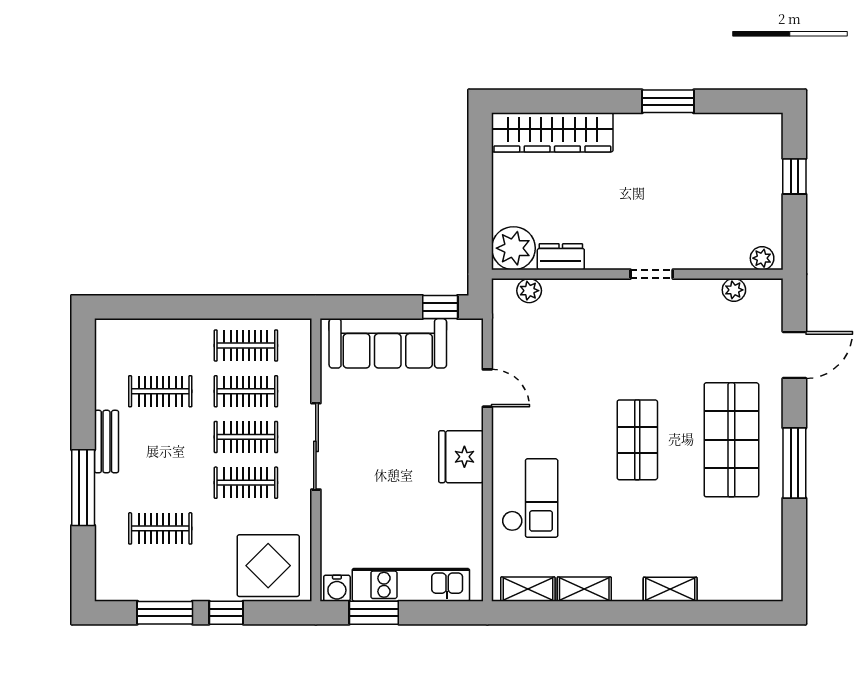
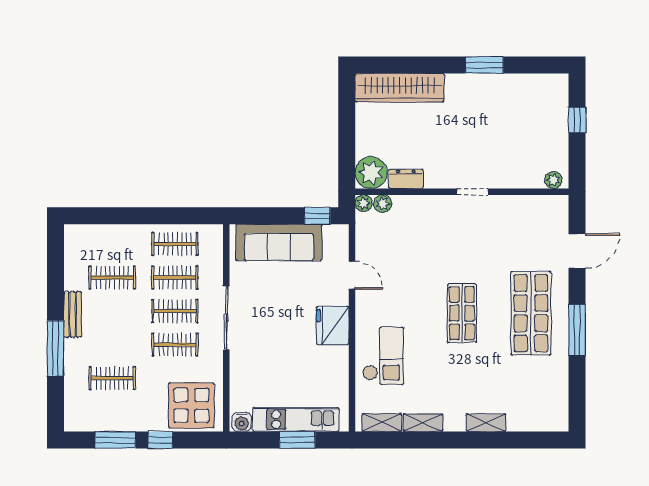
plant: (734, 290) -> (364, 203), moved
window: (374, 613) -> (297, 440), moved

